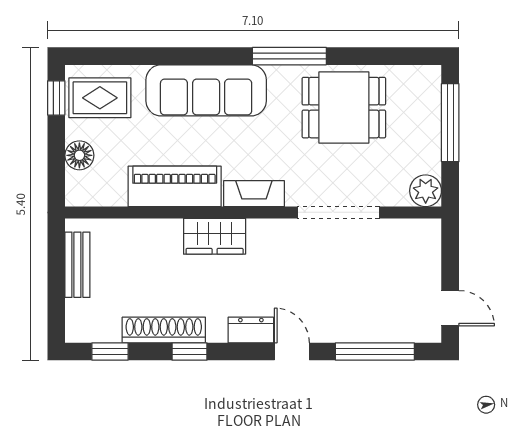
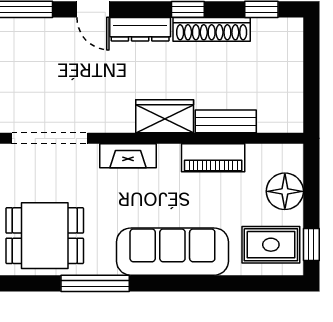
floor lamp: (79, 155) -> (285, 191), width x1.38, depth x1.38
piano: (175, 186) -> (213, 158), width x0.73, depth x0.75
bench: (77, 265) -> (226, 121), moved, turned 90
dresser: (251, 330) -> (140, 29), width x1.44

